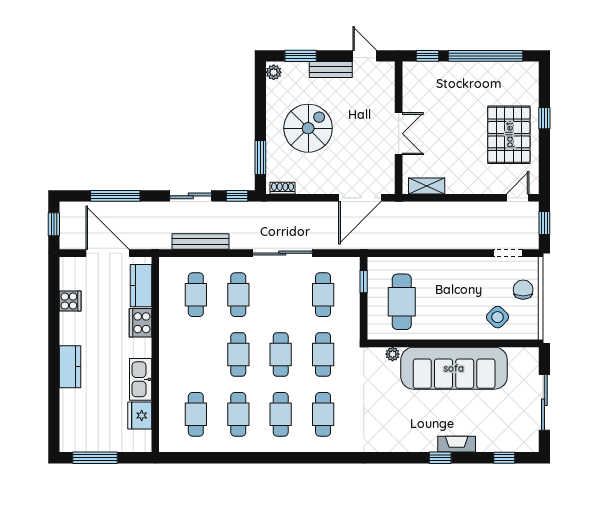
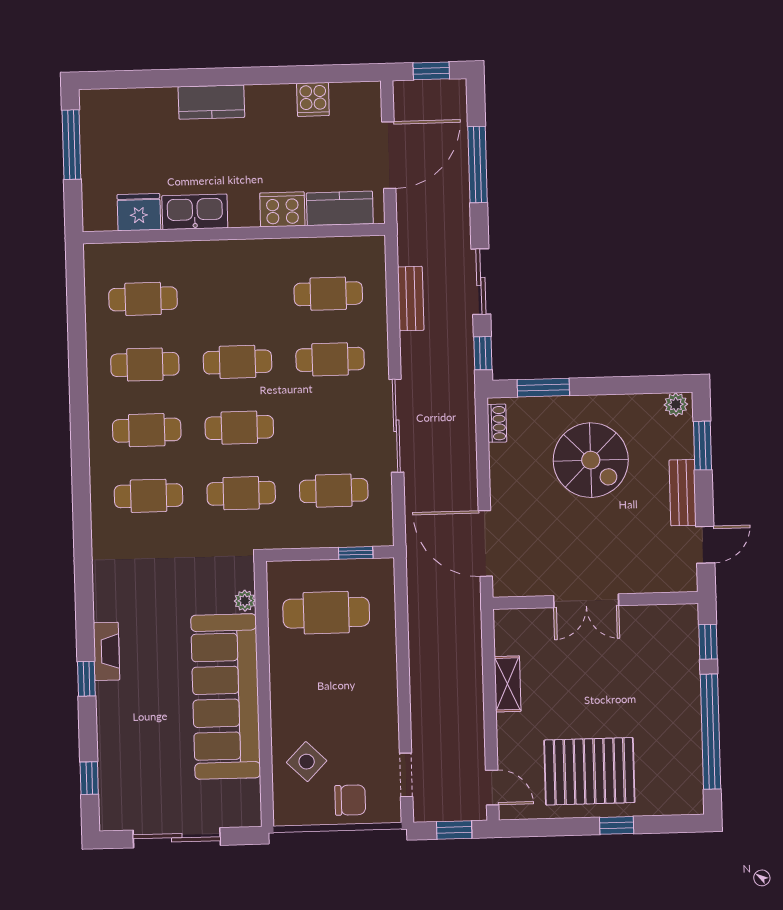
shelving: (427, 186) -> (507, 684), moved
bench: (201, 241) -> (411, 299), width x0.73
fireplace: (457, 444) -> (107, 651), moved

